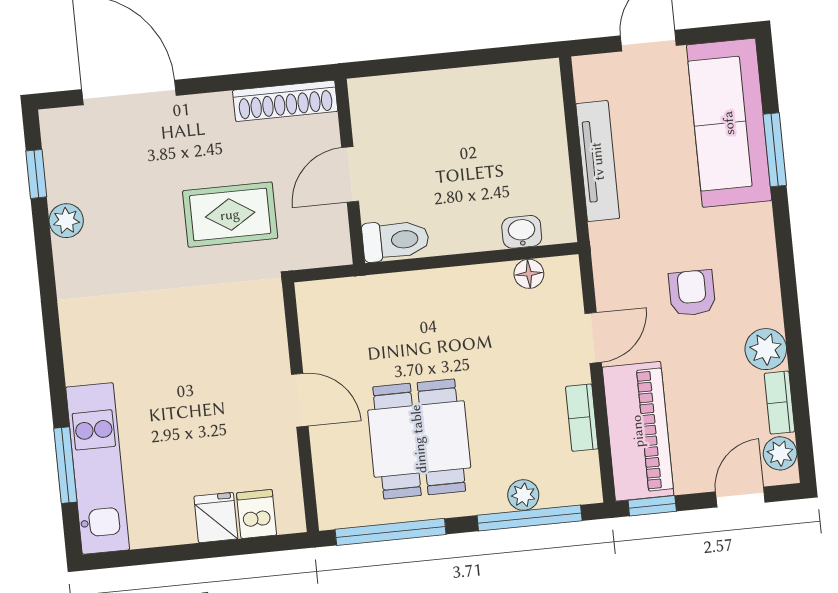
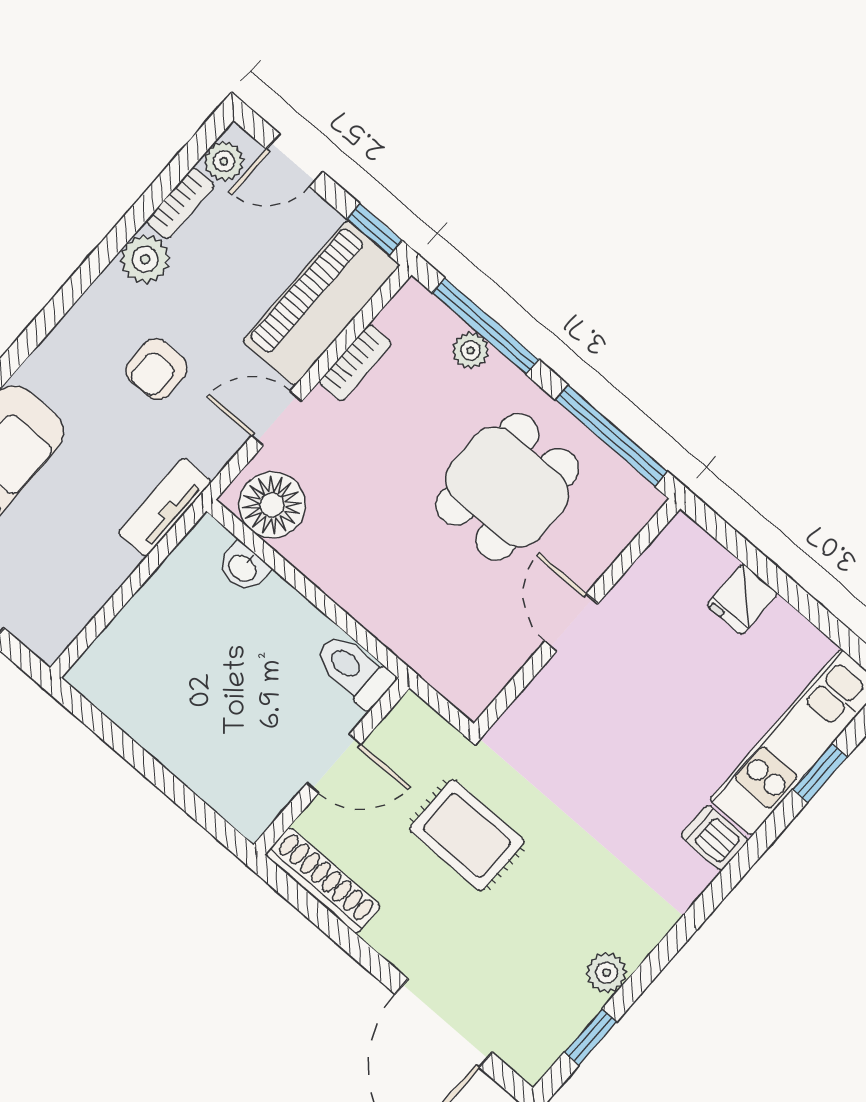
tv unit: (598, 161) -> (165, 507), moved, width x0.71
floor lamp: (529, 274) -> (272, 505), width x1.89, depth x1.89
window: (65, 465) -> (820, 773), width x0.67
dishwasher: (257, 514) -> (714, 838), moved, turned 90

